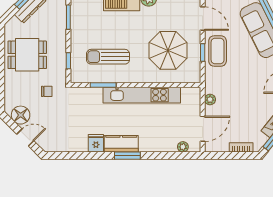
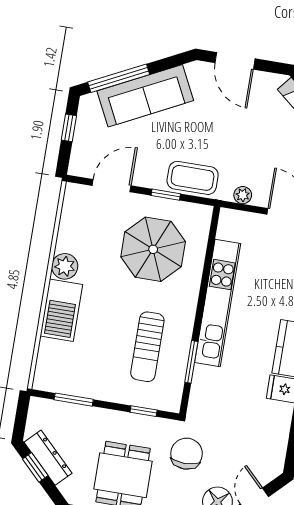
coffee table: (218, 51) -> (193, 178), moved
chair: (47, 91) -> (187, 454), width x1.87, depth x1.87

